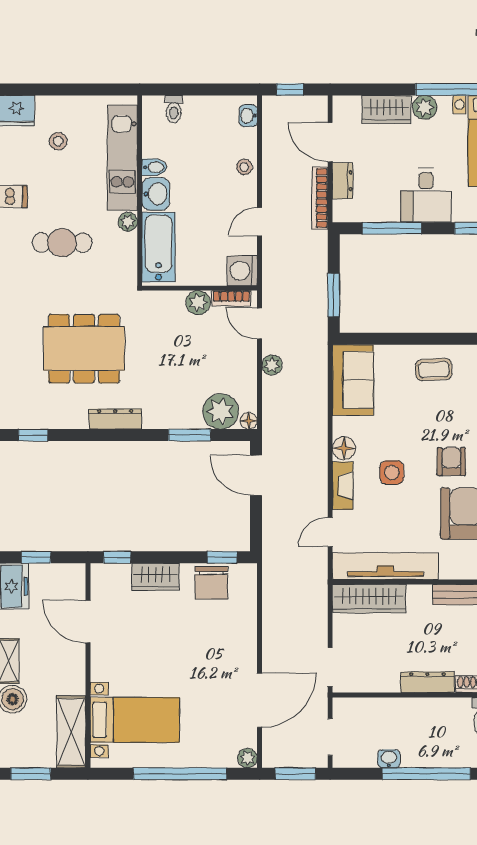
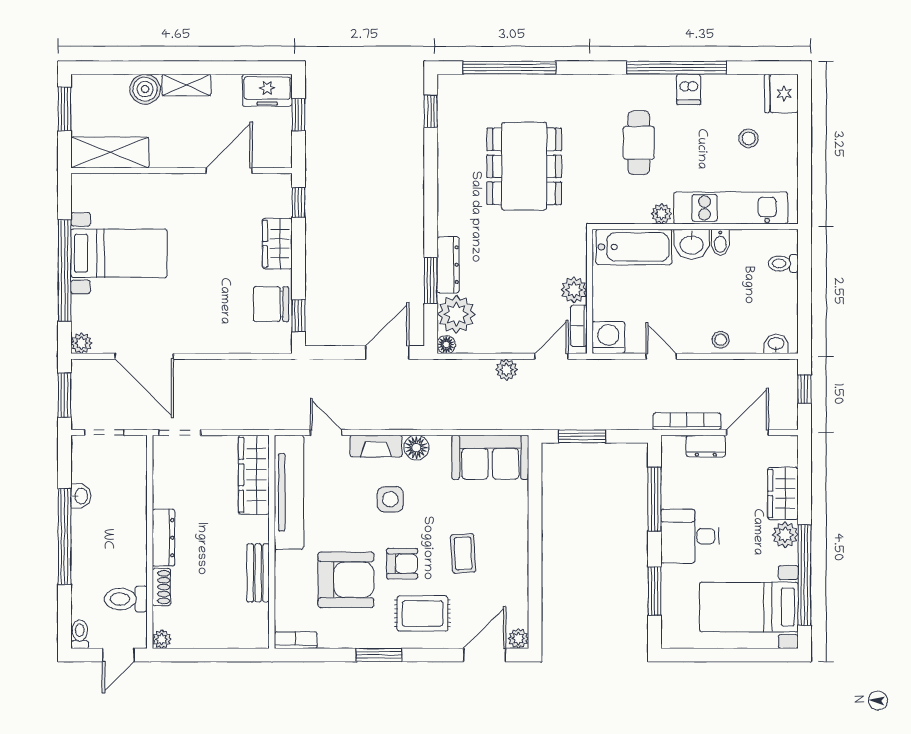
coffee table: (434, 370) -> (463, 553), moved
dresser: (115, 419) -> (448, 265), moved
bed with nightstands: (135, 720) -> (119, 253), moved, turned -90

